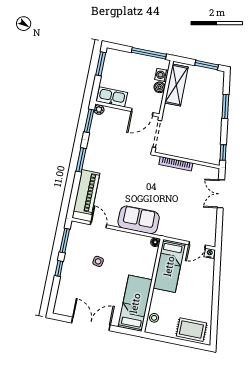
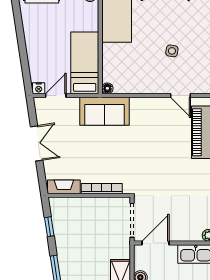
window: (223, 152) -> (49, 227), moved
fireplace: (205, 171) -> (64, 187), added
double door: (221, 194) -> (37, 143), moved
sofa: (139, 220) -> (104, 111), moved

